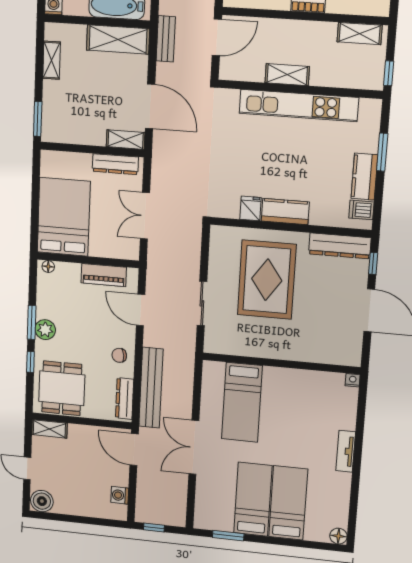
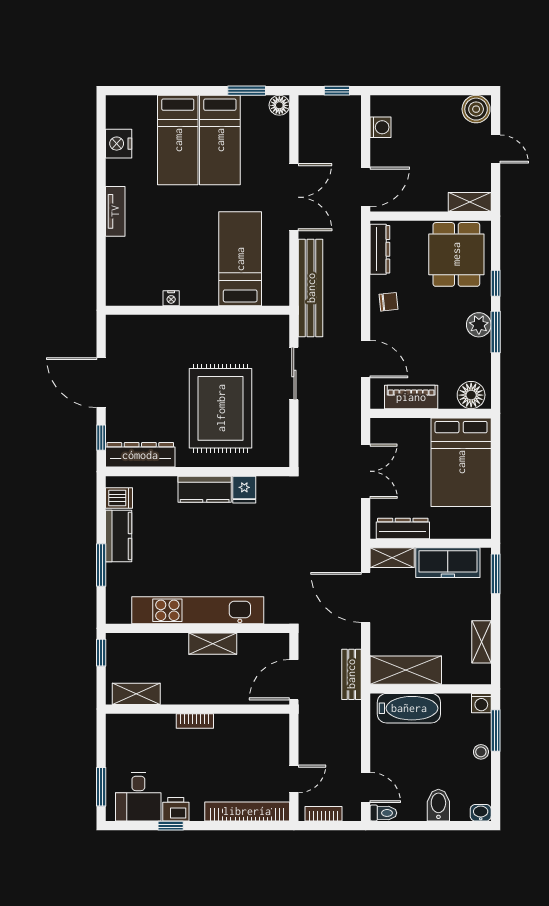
freezer: (78, 132) -> (448, 563), added
floor lamp: (48, 266) -> (471, 395), width x1.89, depth x1.89
nightstand: (353, 380) -> (171, 298), moved
bench: (151, 388) -> (311, 288), moved
door: (134, 450) -> (366, 187), hinge flipped
nightstand: (338, 505) -> (119, 144), added
floor lamp: (338, 536) -> (279, 105), moved

